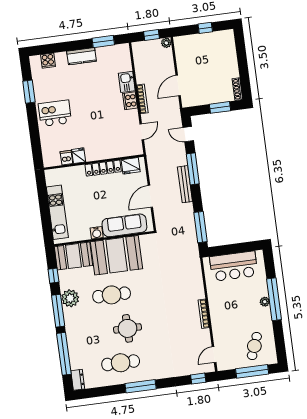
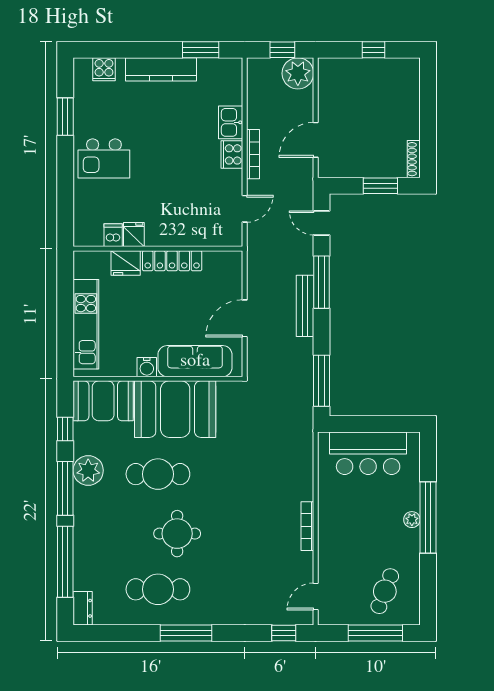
plant: (166, 43) -> (298, 73), width x1.88, depth x1.88
kitchen counter: (82, 56) -> (161, 69), width x1.50
kitchen island: (55, 113) -> (104, 158), turned 180
fridge: (131, 166) -> (126, 263), moved

